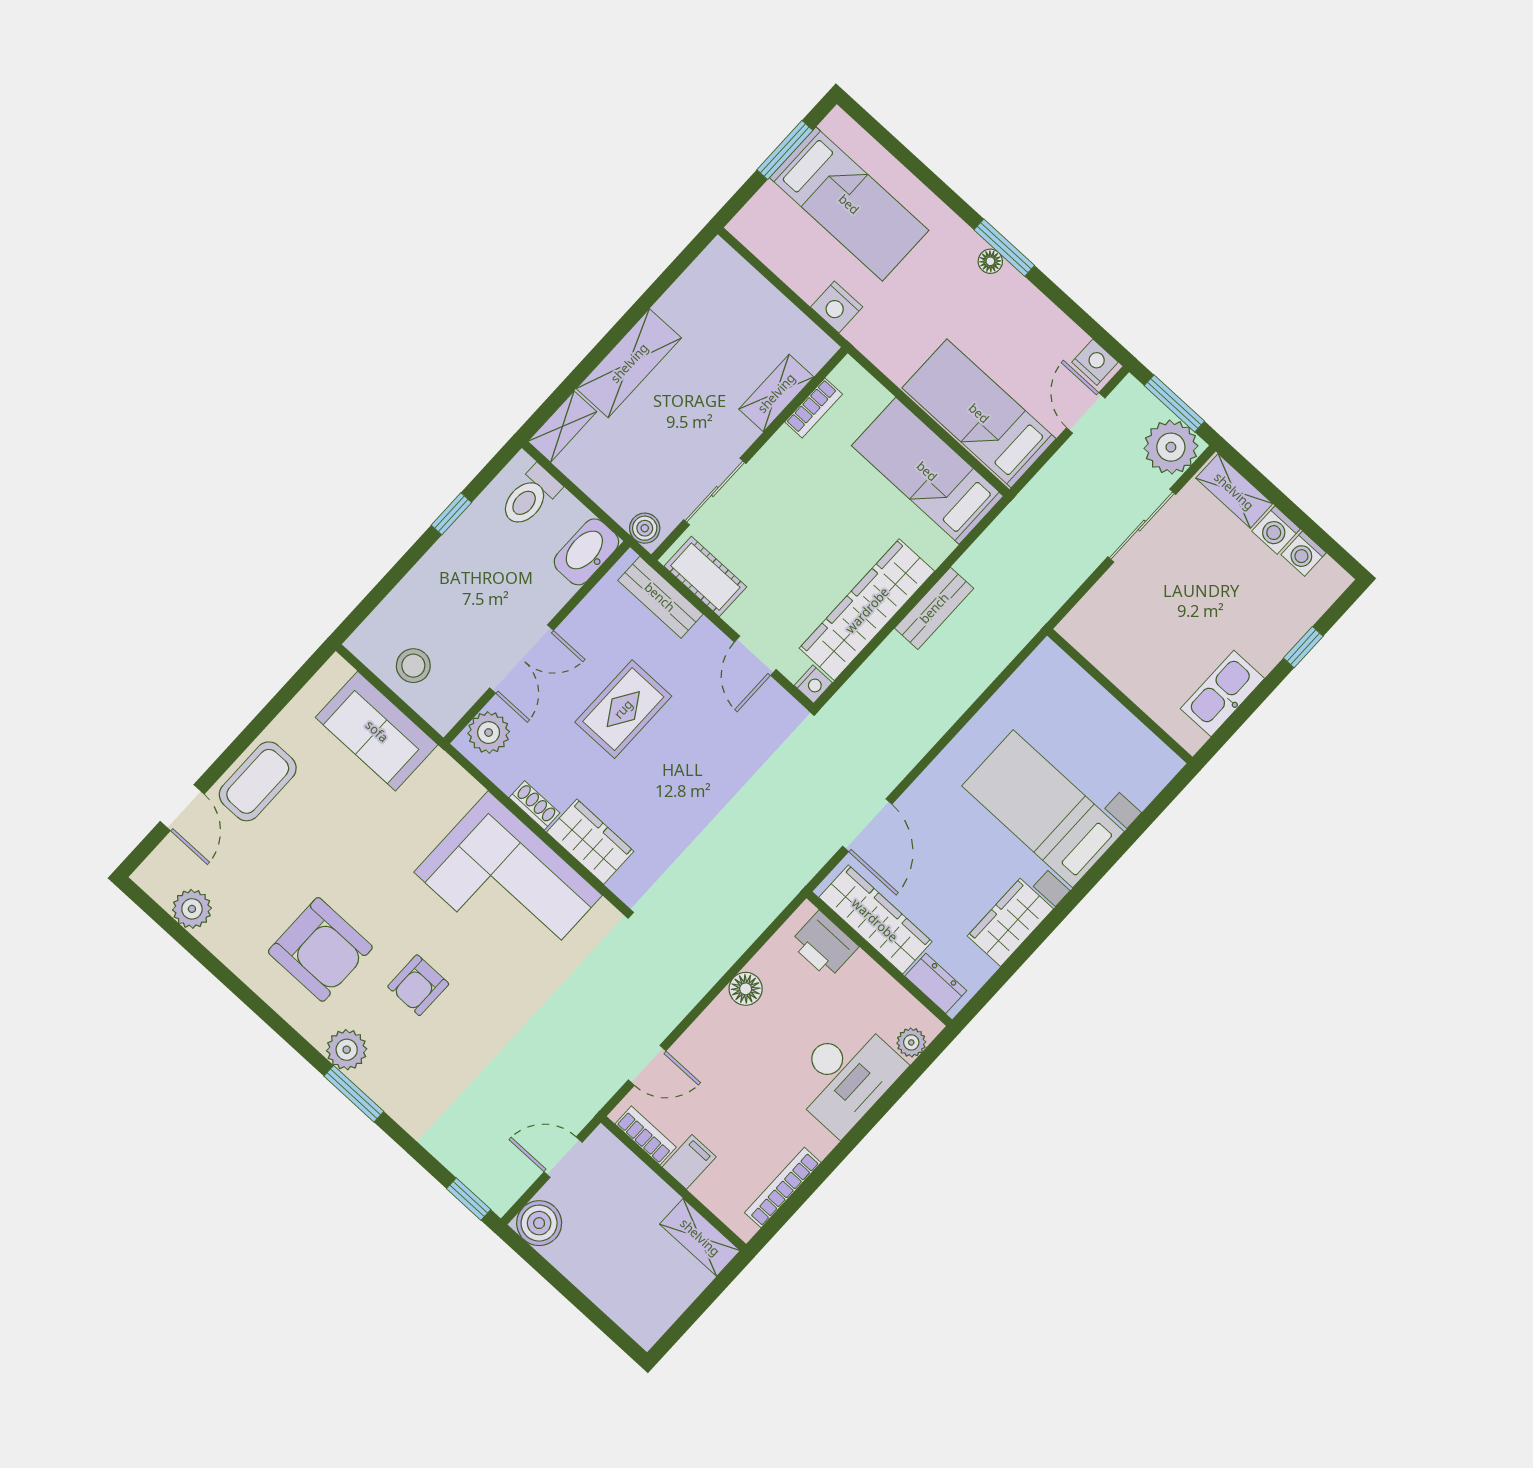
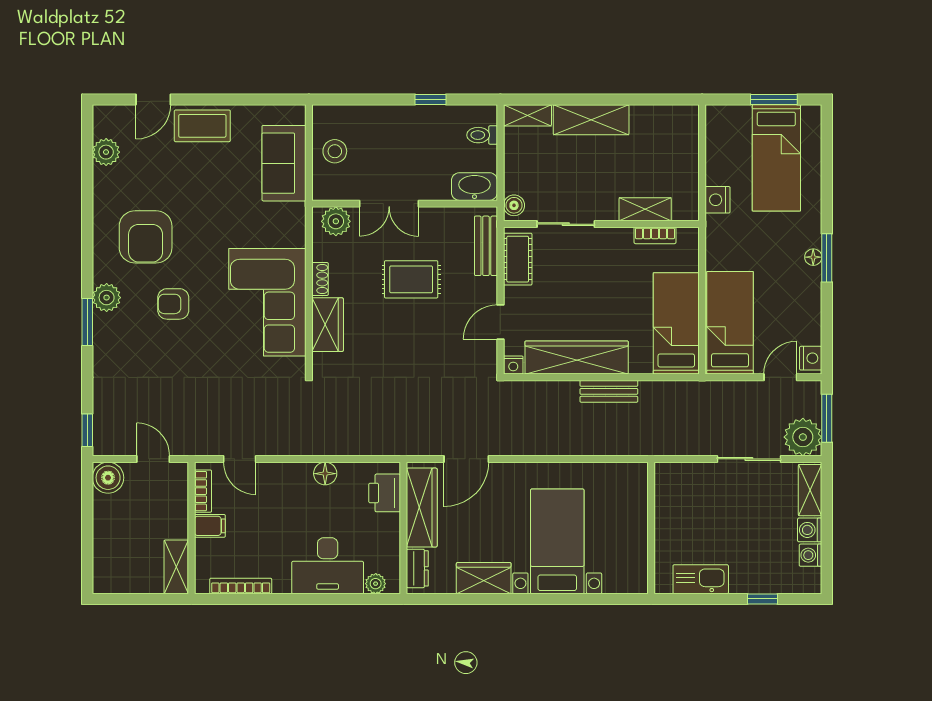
toilet: (530, 497) -> (482, 135), width x0.73, depth x0.72

